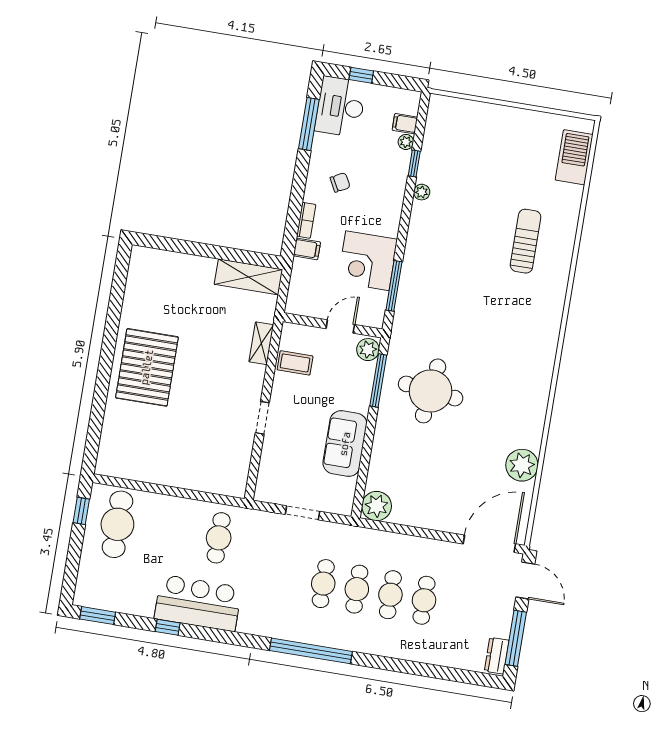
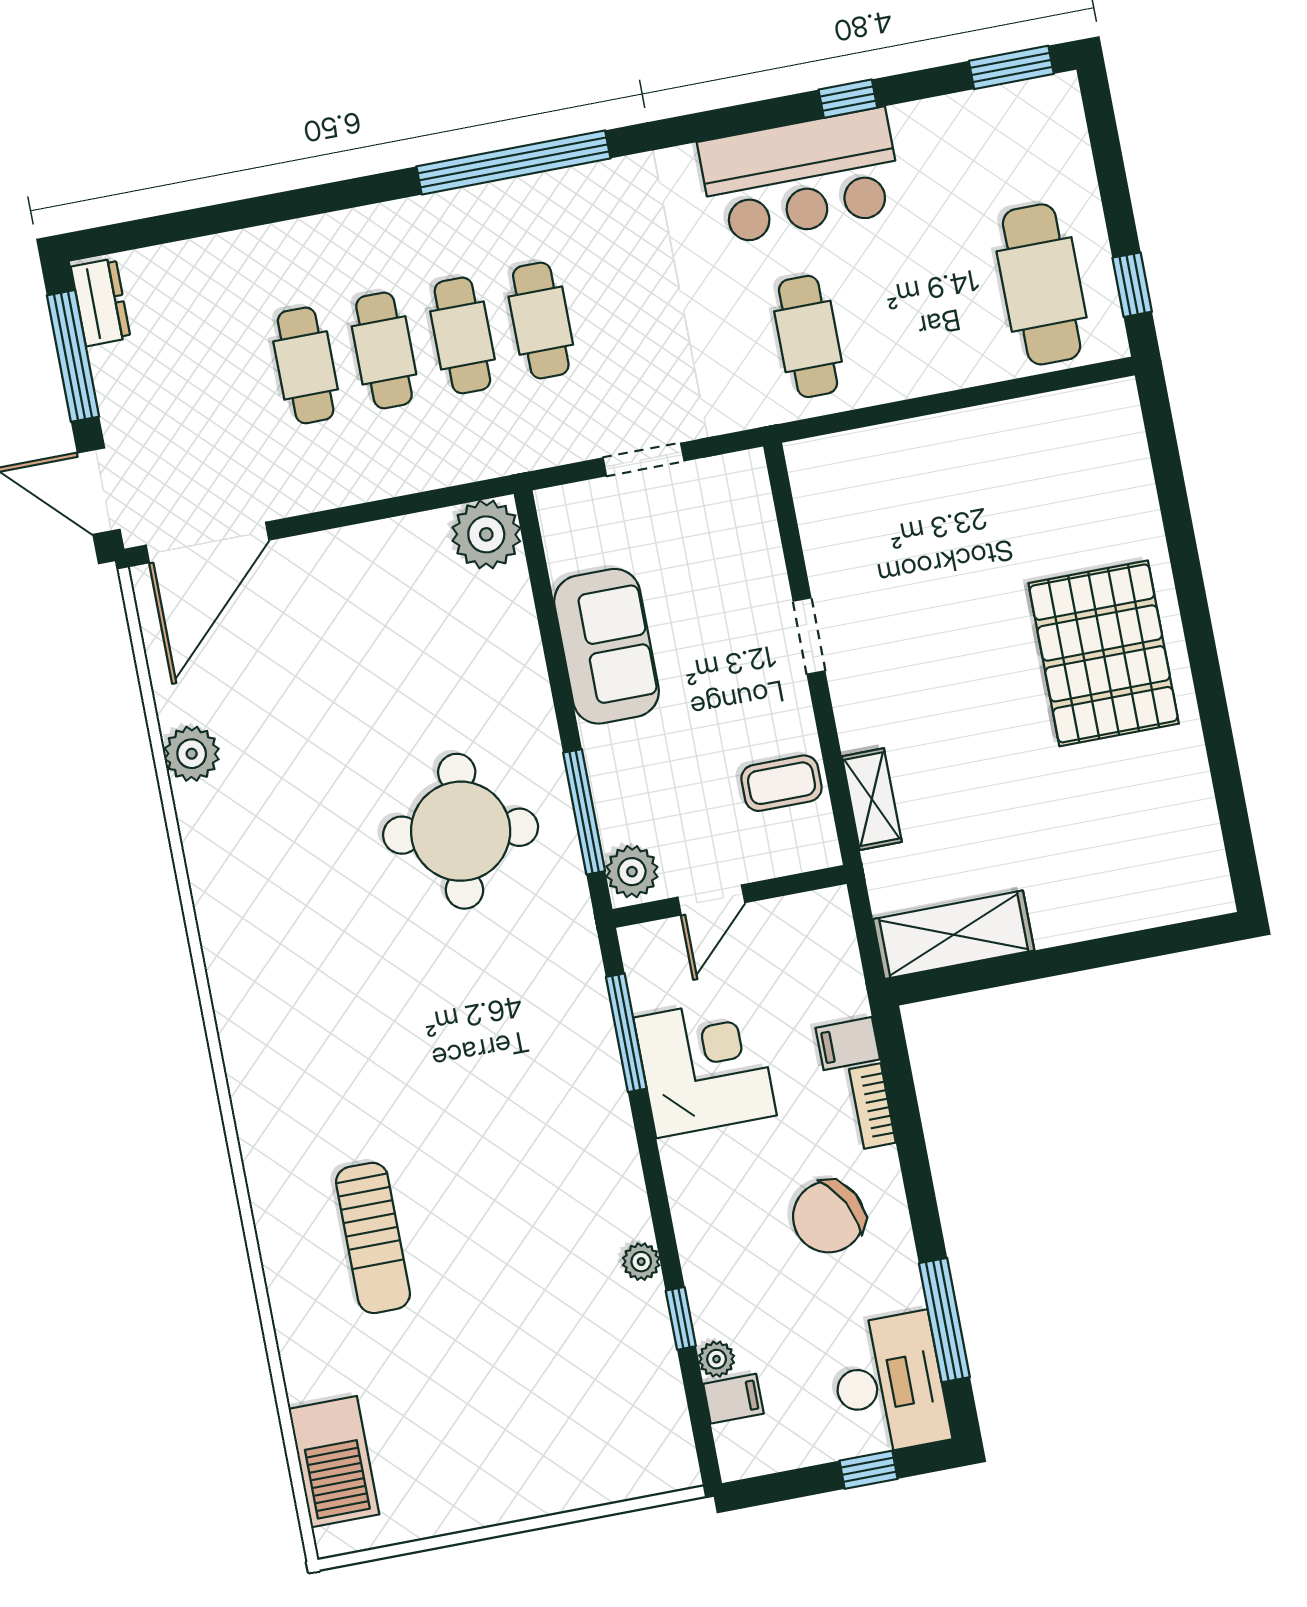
chair: (340, 182) -> (829, 1217), width x1.87, depth x1.87
plant: (522, 465) -> (192, 754), width x0.73, depth x0.73

